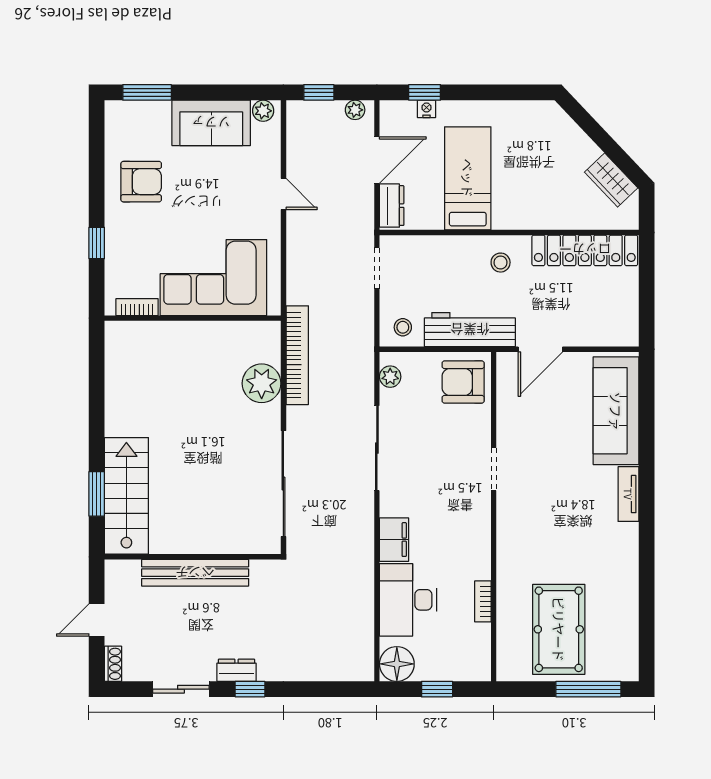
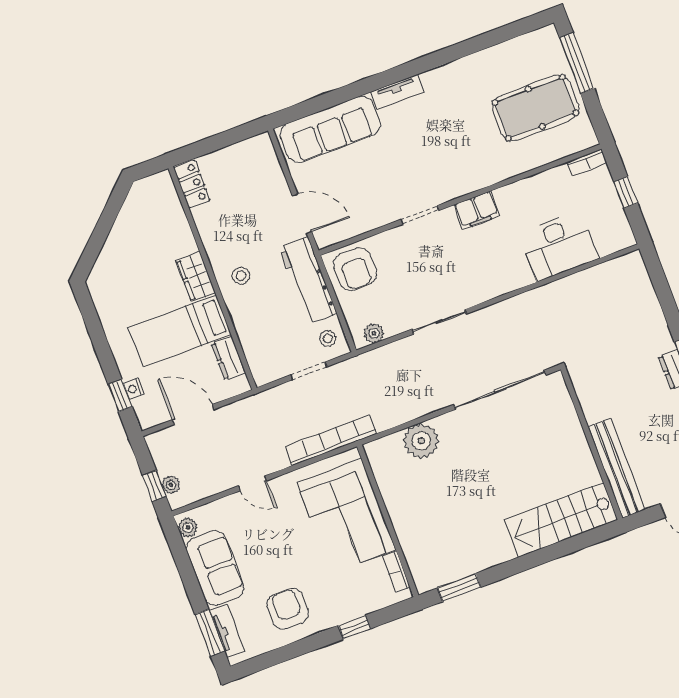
plant: (355, 110) -> (171, 485), moved
tv unit: (142, 111) -> (227, 631), added
wardrobe: (611, 180) -> (196, 277), moved, turned 133
door: (283, 194) -> (252, 483), swing flipped
dresser: (392, 206) -> (228, 358), moved, turned -90
locker: (585, 250) -> (192, 184), width x0.46, depth x0.83
doorway: (377, 268) -> (309, 371), moved
bookcase: (297, 355) -> (331, 440), moved
sliding door: (377, 448) -> (439, 322), width x0.73
window: (97, 494) -> (459, 588), moved
filing cabinet: (394, 540) -> (477, 210), moved, turned 180
bench: (195, 573) -> (616, 468), moved
bookcase: (483, 601) -> (587, 162), moved
floor lamp: (397, 664) -> (617, 235), removed

